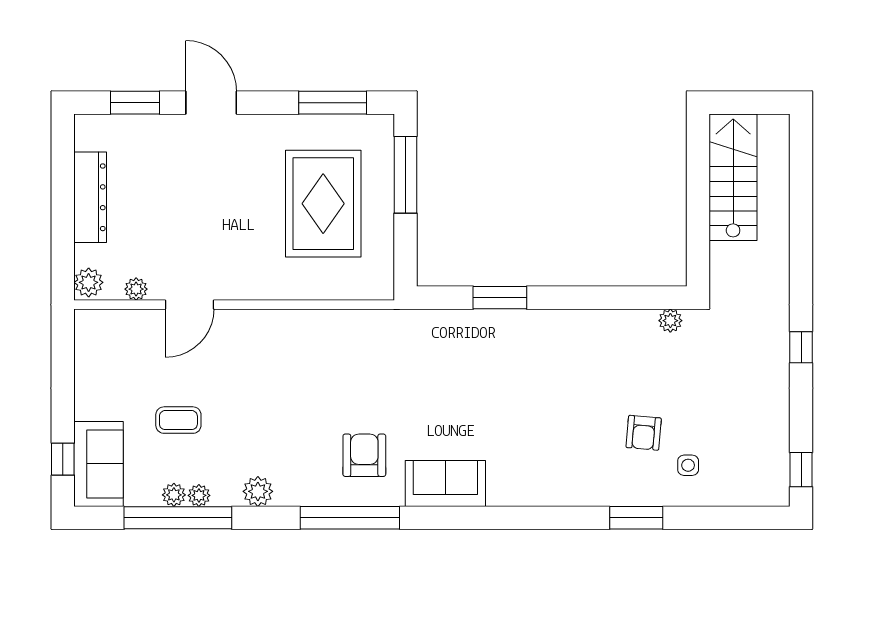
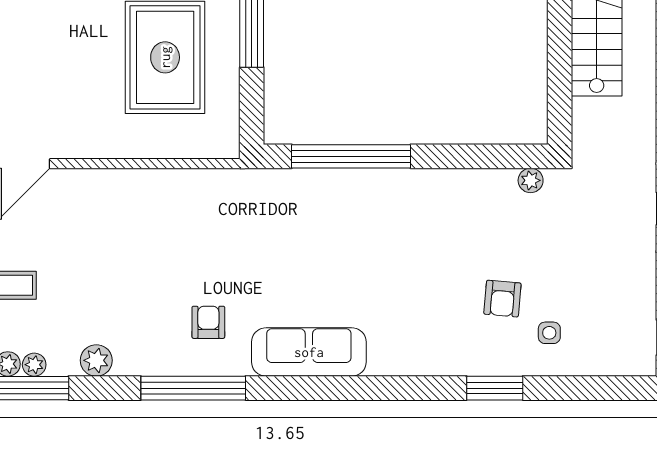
window: (500, 298) -> (351, 156), width x2.11
armchair: (364, 455) -> (208, 322), width x0.72, depth x0.72
sofa: (445, 483) -> (309, 352), width x1.36

